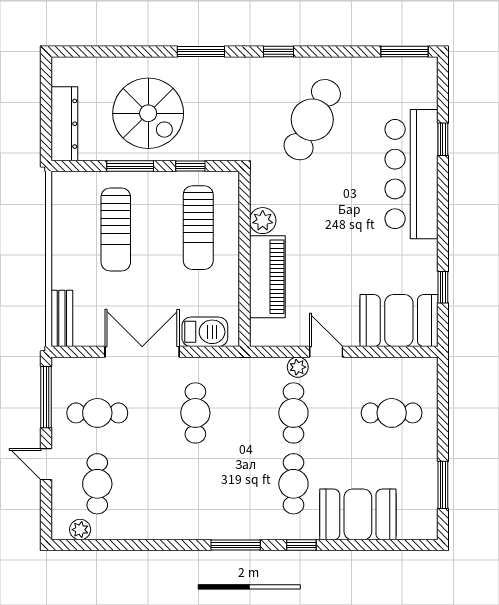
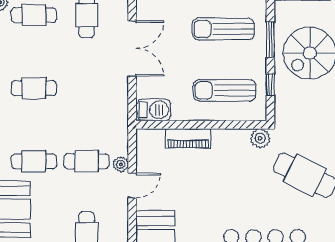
plant: (263, 221) -> (260, 138), moved
piano: (267, 277) -> (188, 139), width x0.73, depth x0.75
barbecue: (205, 332) -> (154, 110), moved, turned -90
cafe table: (195, 413) -> (34, 88), moved

